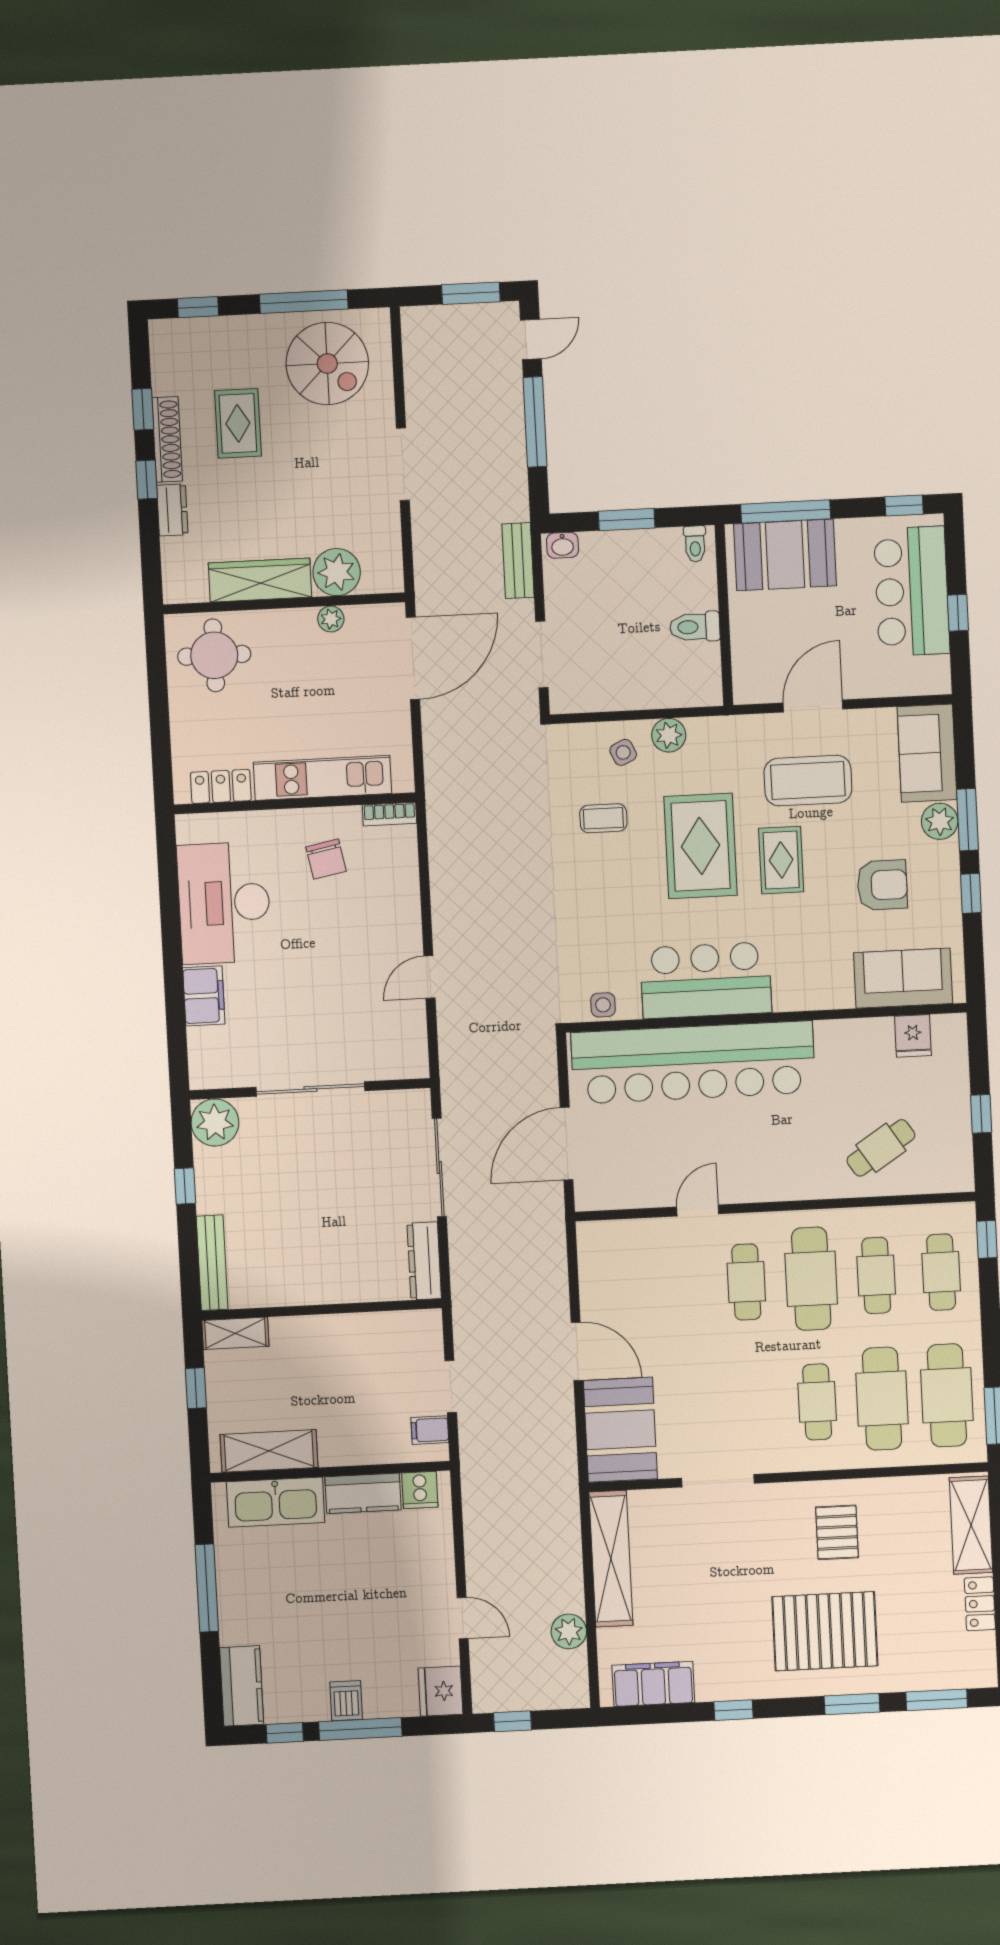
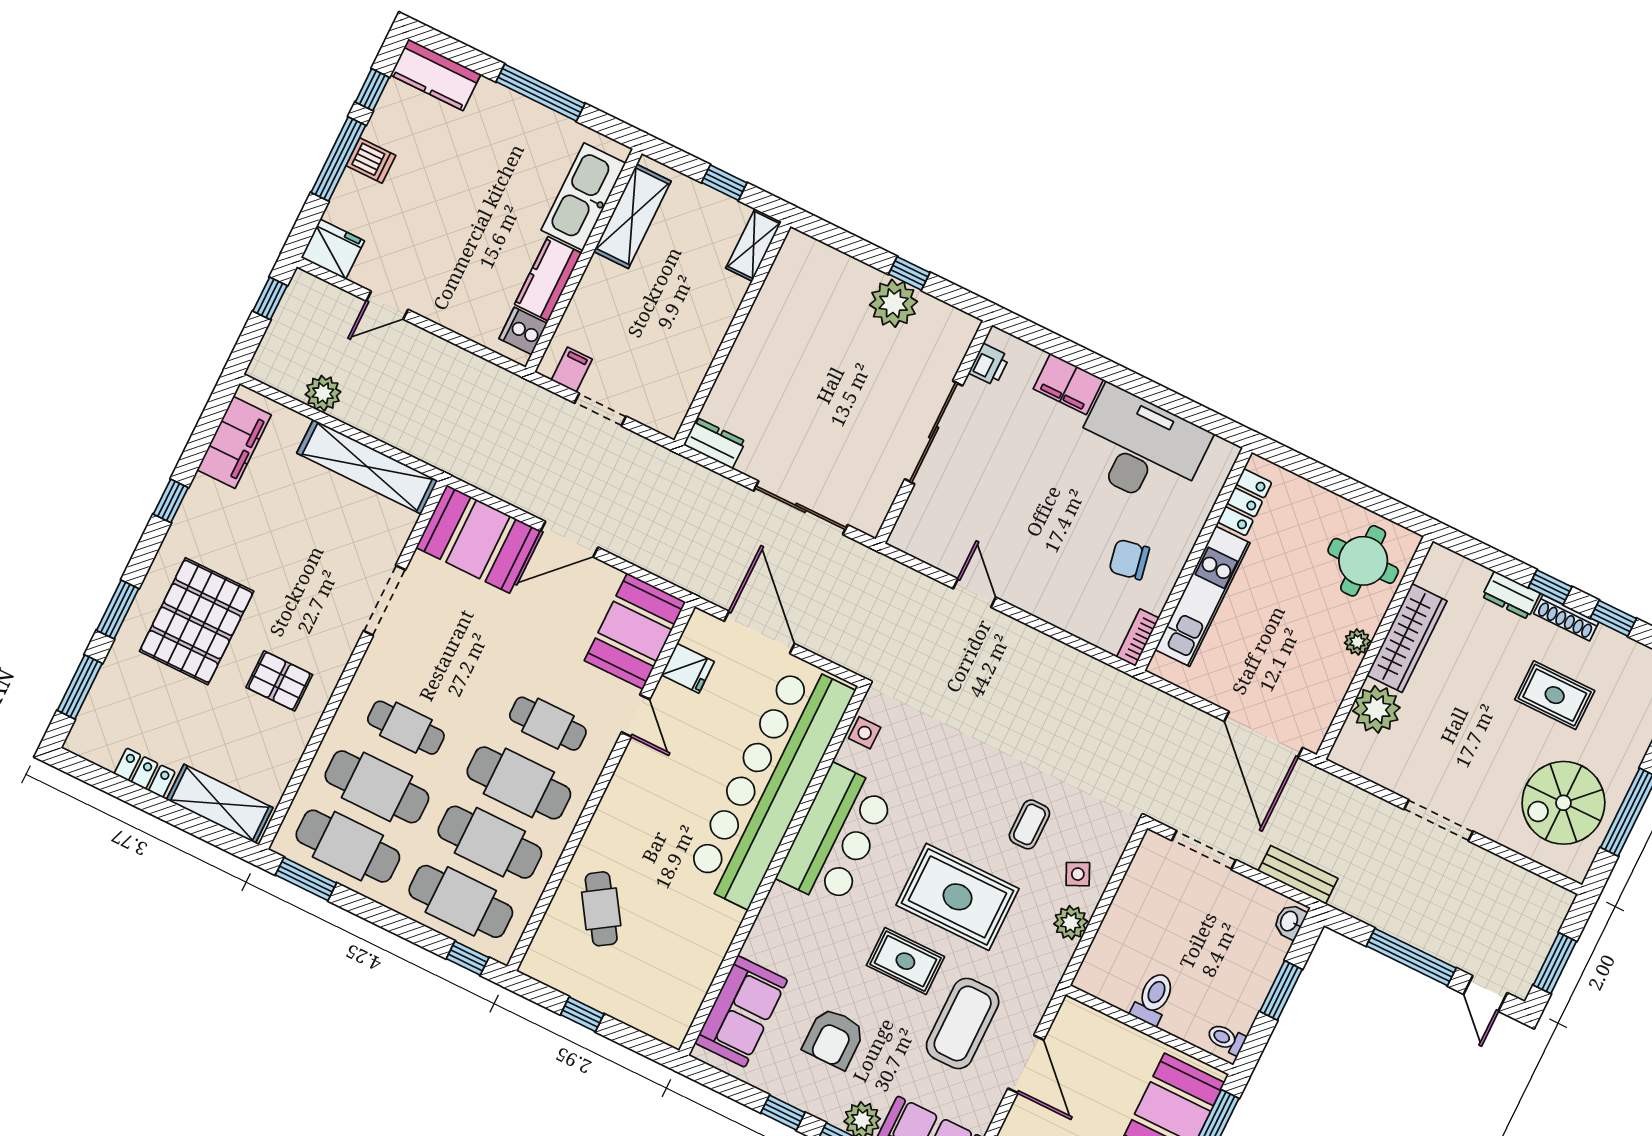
shoe rack: (167, 439) -> (1566, 618), width x0.74, depth x0.81
plant: (331, 619) -> (1357, 642), moved
fridge: (913, 1036) -> (688, 668), moved, turned 180
printer: (225, 1074) -> (989, 365), added
plant: (215, 1122) -> (894, 303), moved
booth: (625, 1251) -> (635, 631), added
dresser: (424, 1261) -> (714, 443), width x0.70
bench: (212, 1263) -> (828, 259), removed
cafe table: (941, 1272) -> (461, 901), width x1.37, depth x1.35
cafe table: (876, 1275) -> (490, 842), width x1.37, depth x1.35

